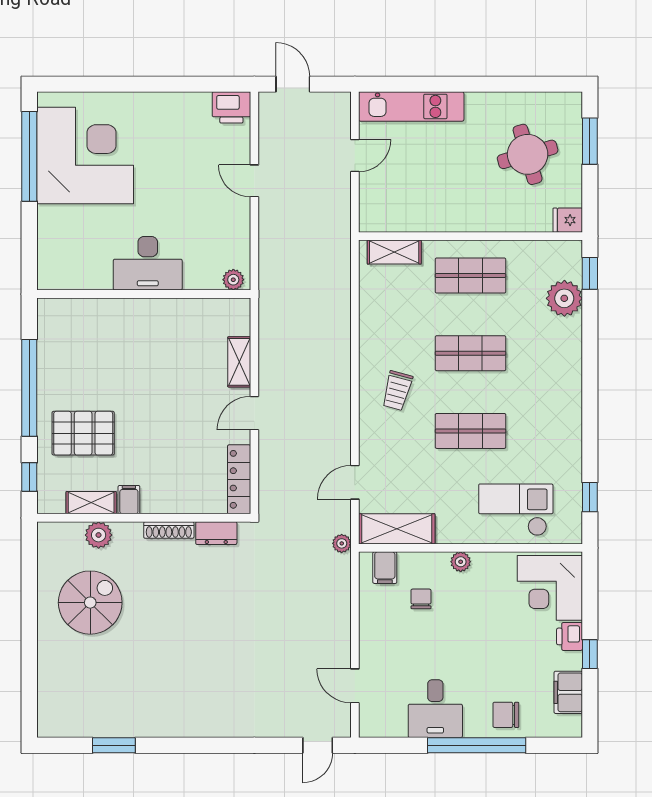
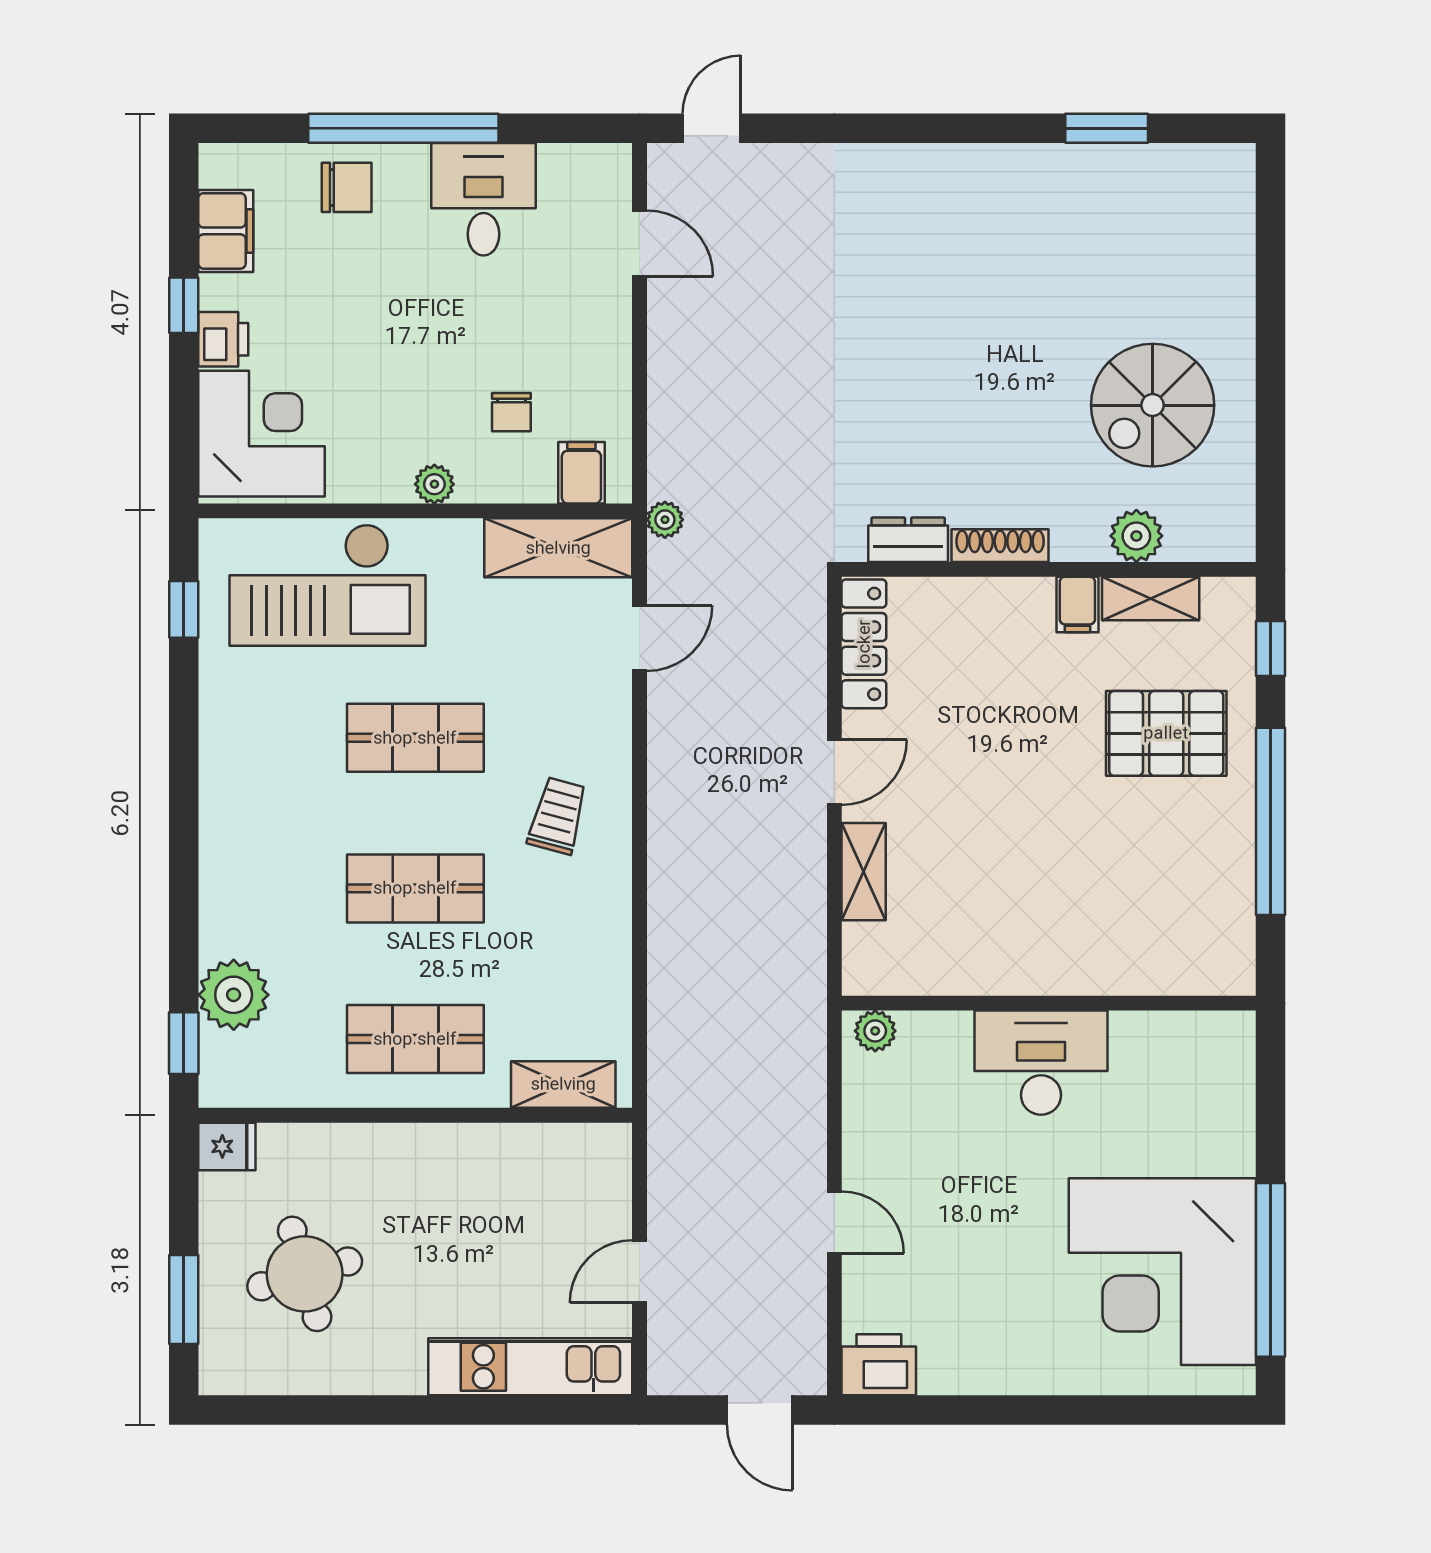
checkout: (516, 510) -> (328, 585), width x1.36, depth x1.21

